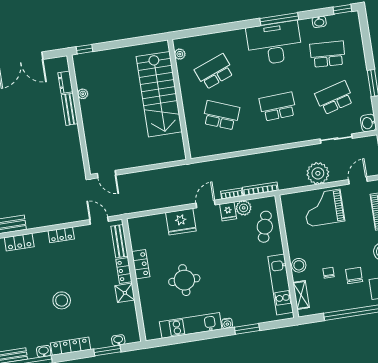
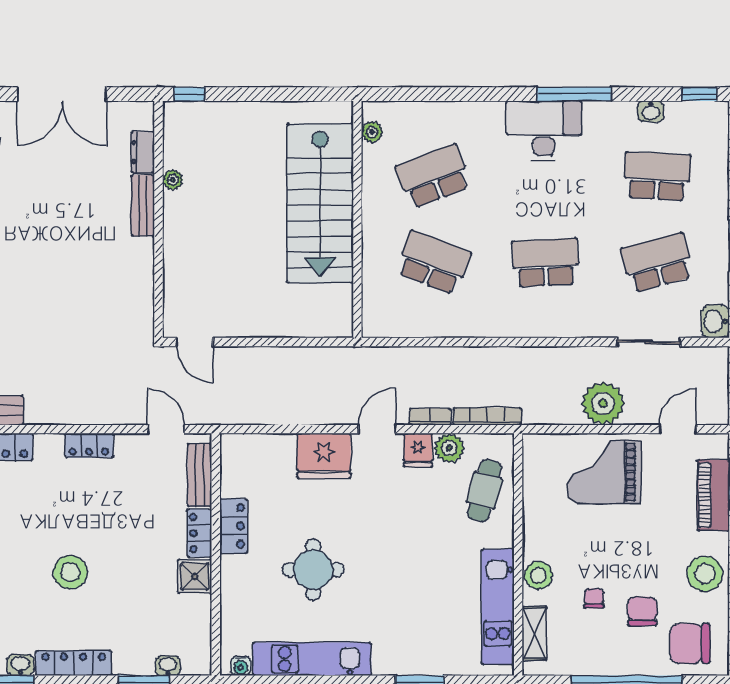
desk: (274, 43) -> (544, 130), width x0.73, depth x0.77
water cooler: (227, 323) -> (241, 666), moved

